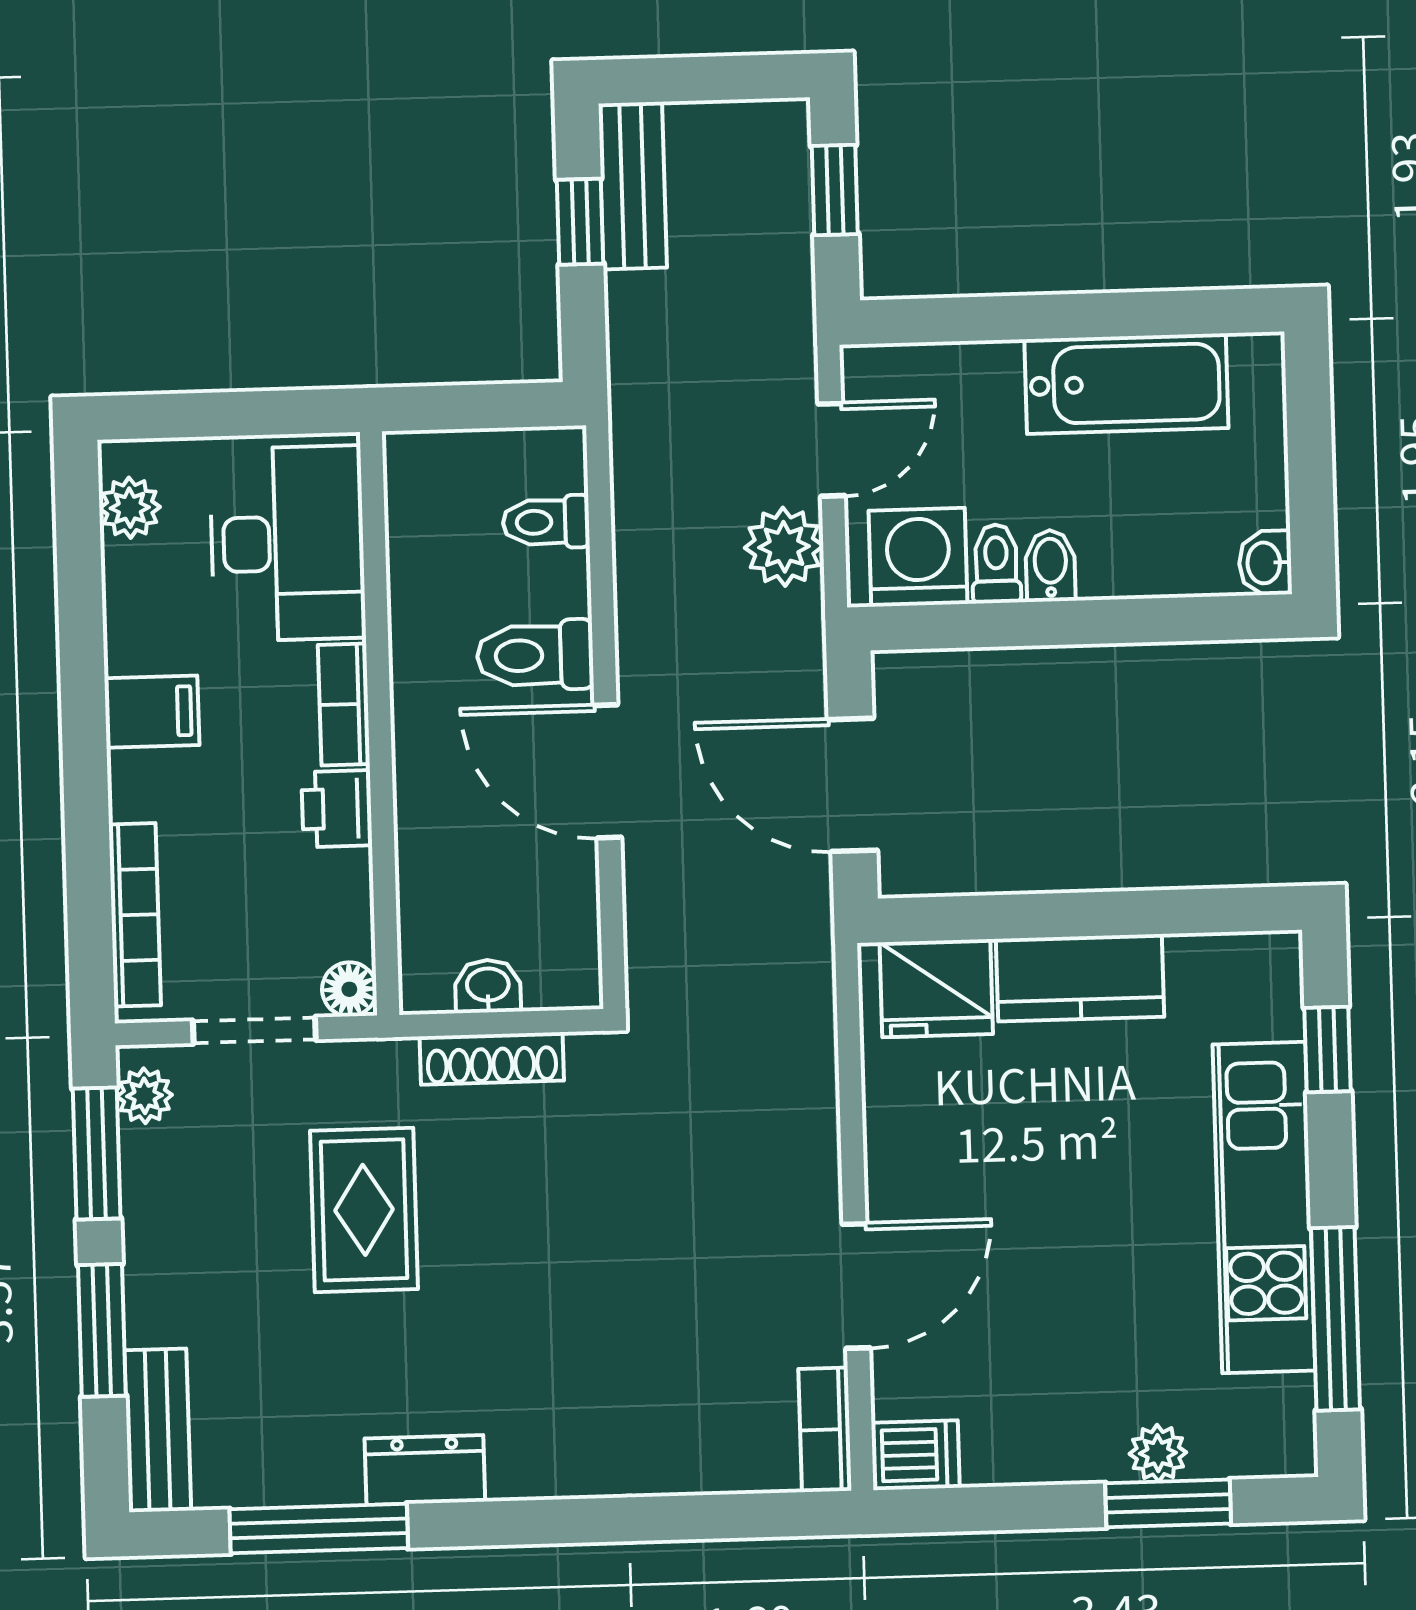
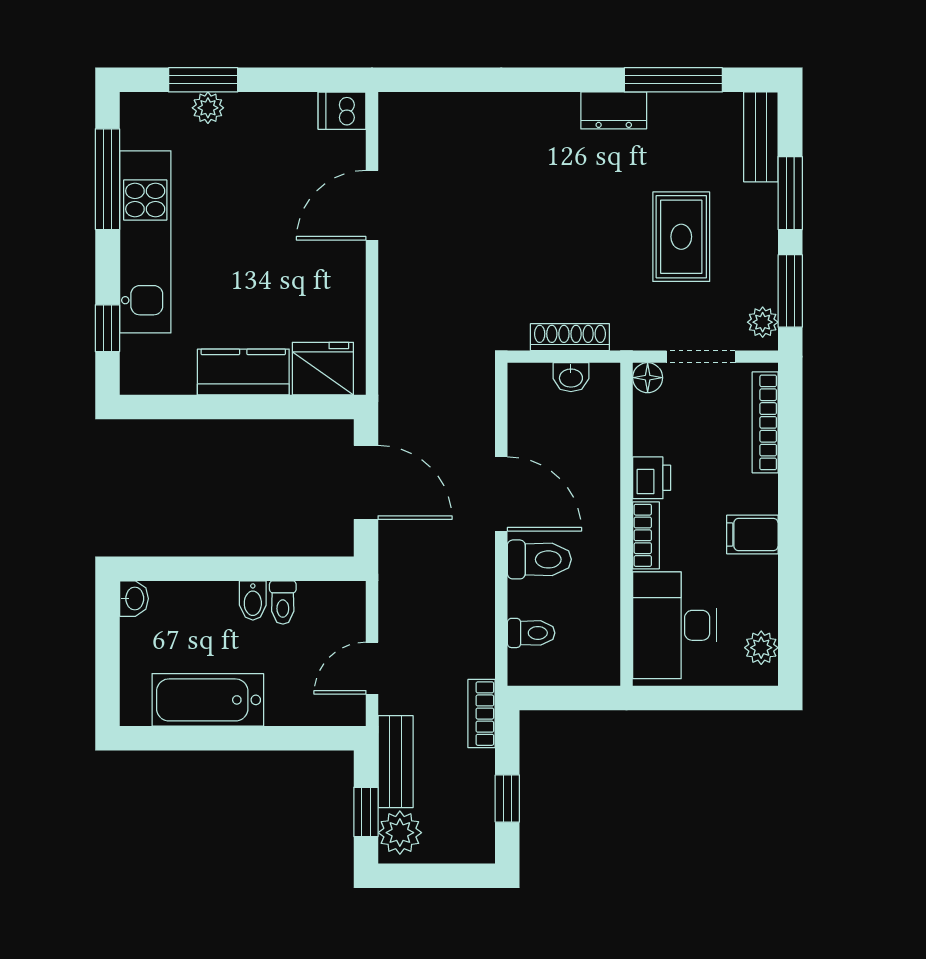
bench: (633, 186) -> (396, 762), moved
plant: (784, 547) -> (400, 833), moved
washing machine: (918, 557) -> (326, 607), removed
rug: (364, 1210) -> (681, 237), moved
bookcase: (825, 1430) -> (482, 714), moved, turned 180

